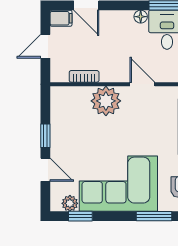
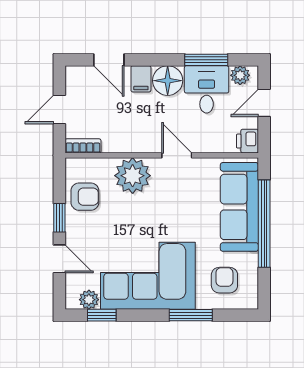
floor lamp: (141, 17) -> (168, 81), width x1.89, depth x1.89
filing cabinet: (61, 18) -> (141, 79), moved, turned 90
bookcase: (84, 76) -> (83, 146), moved
armchair: (67, 118) -> (85, 197), added

